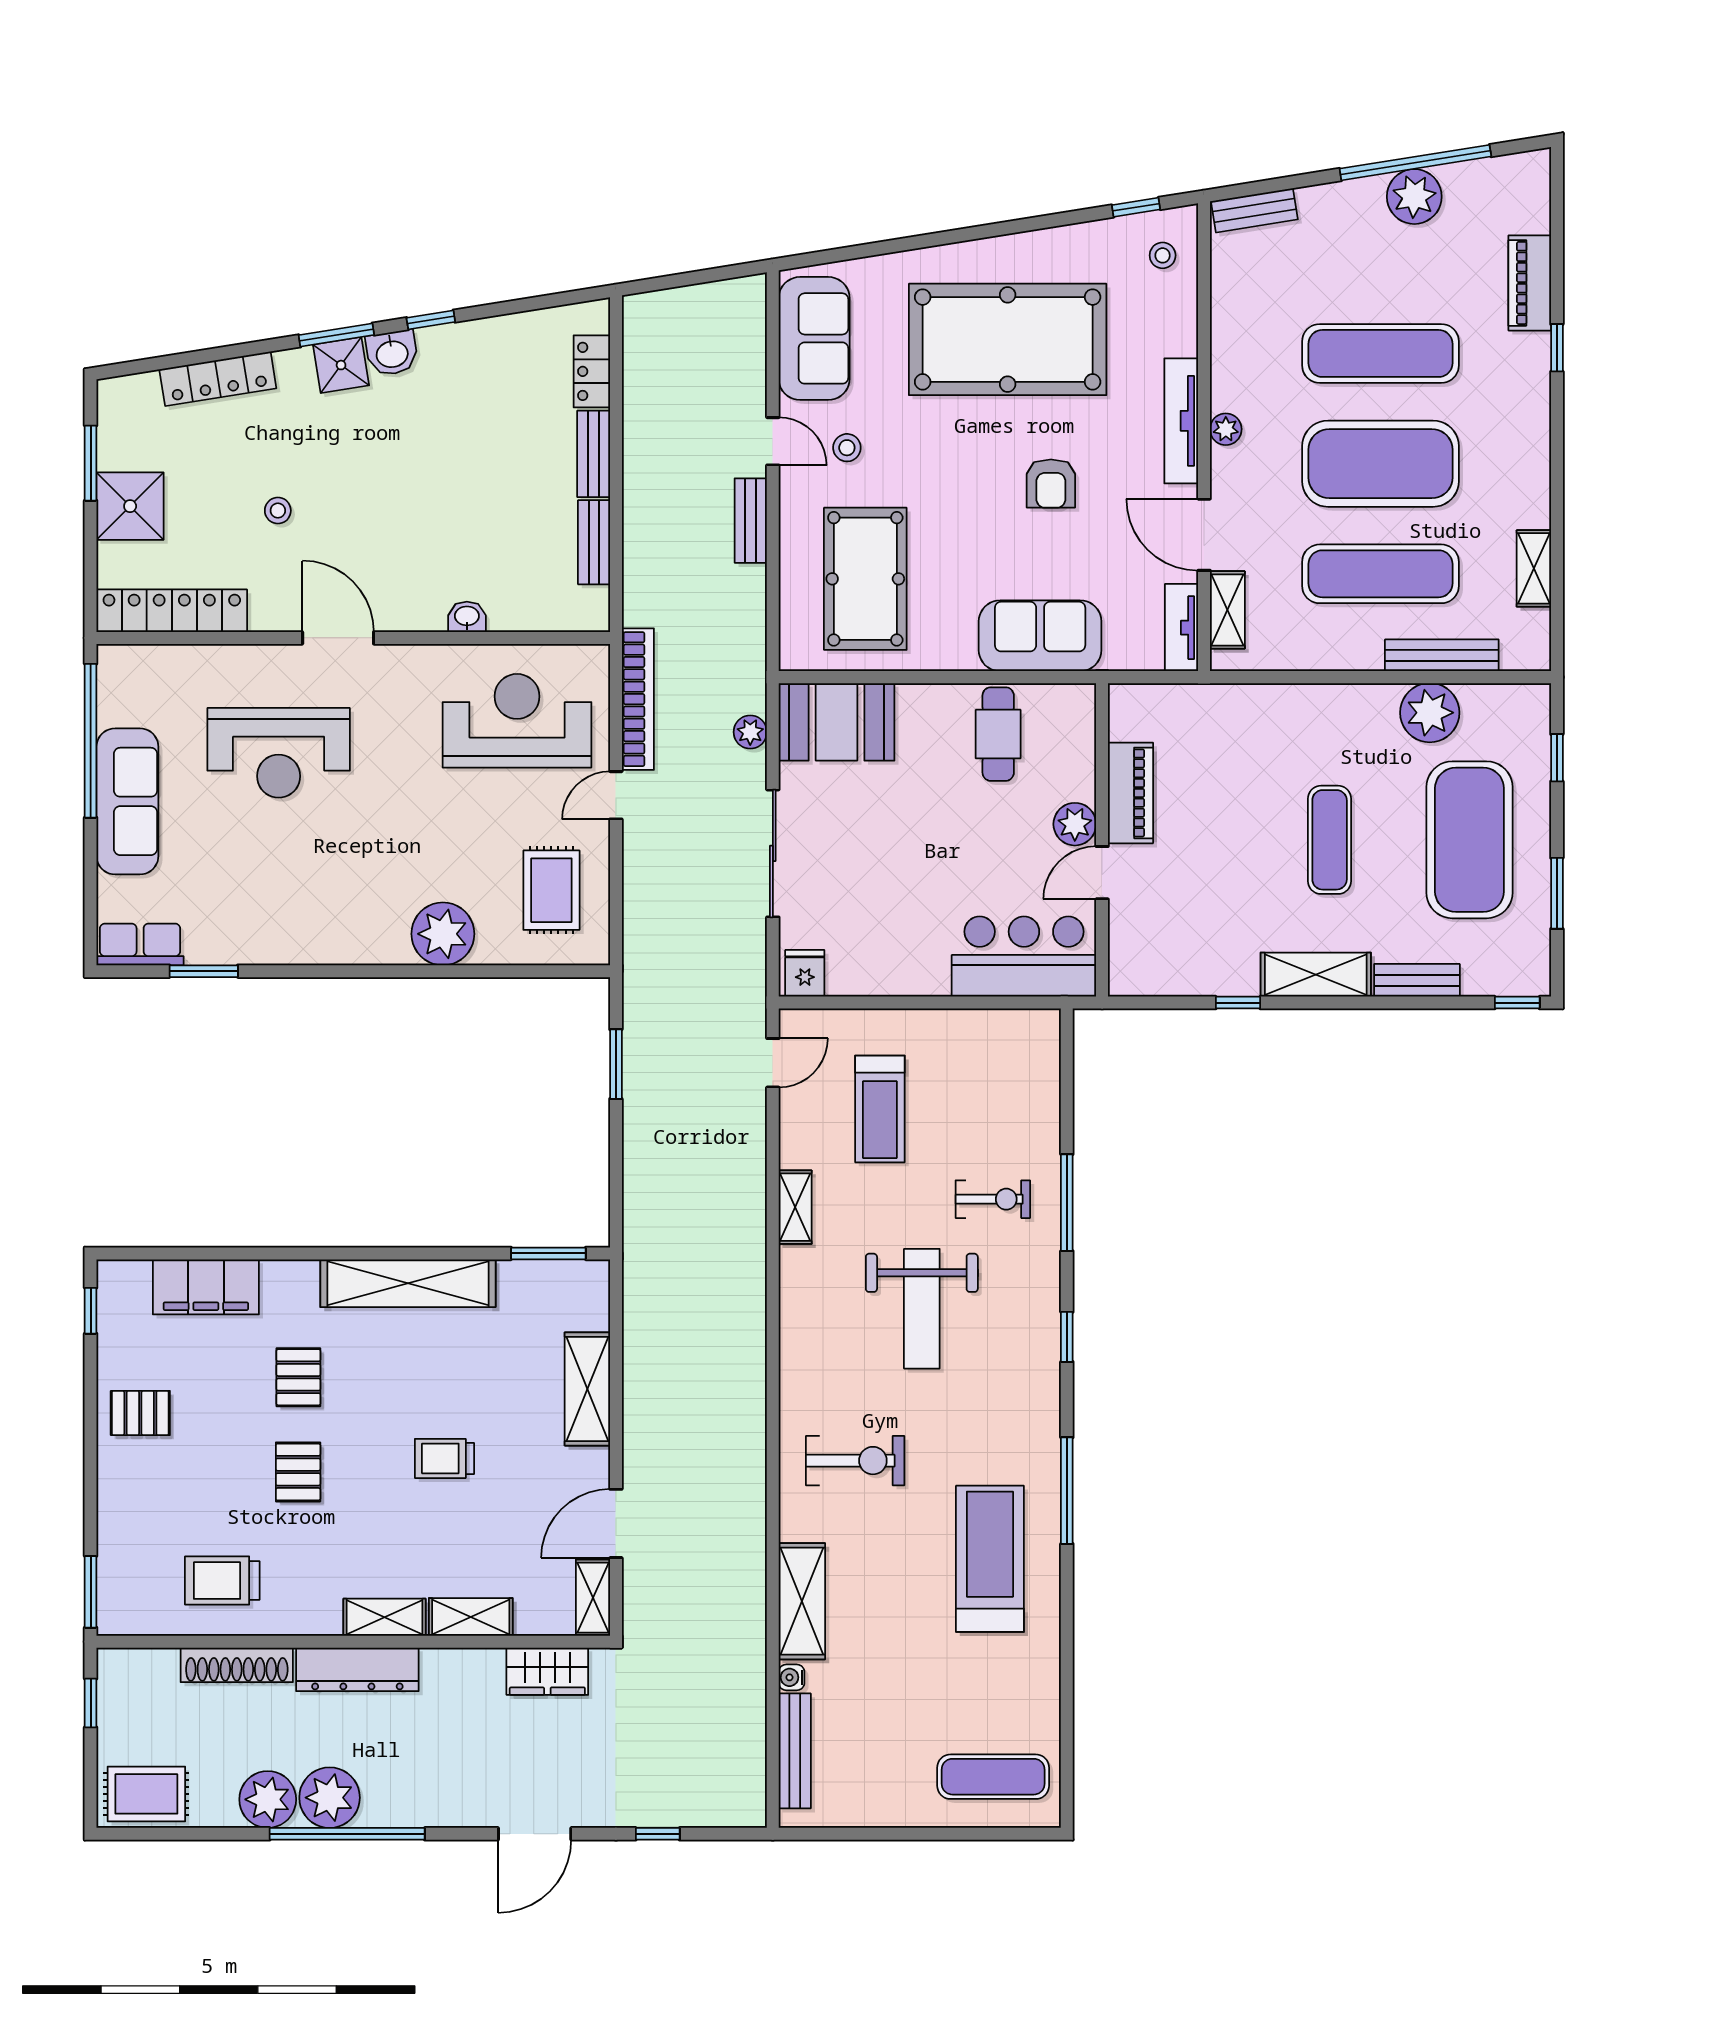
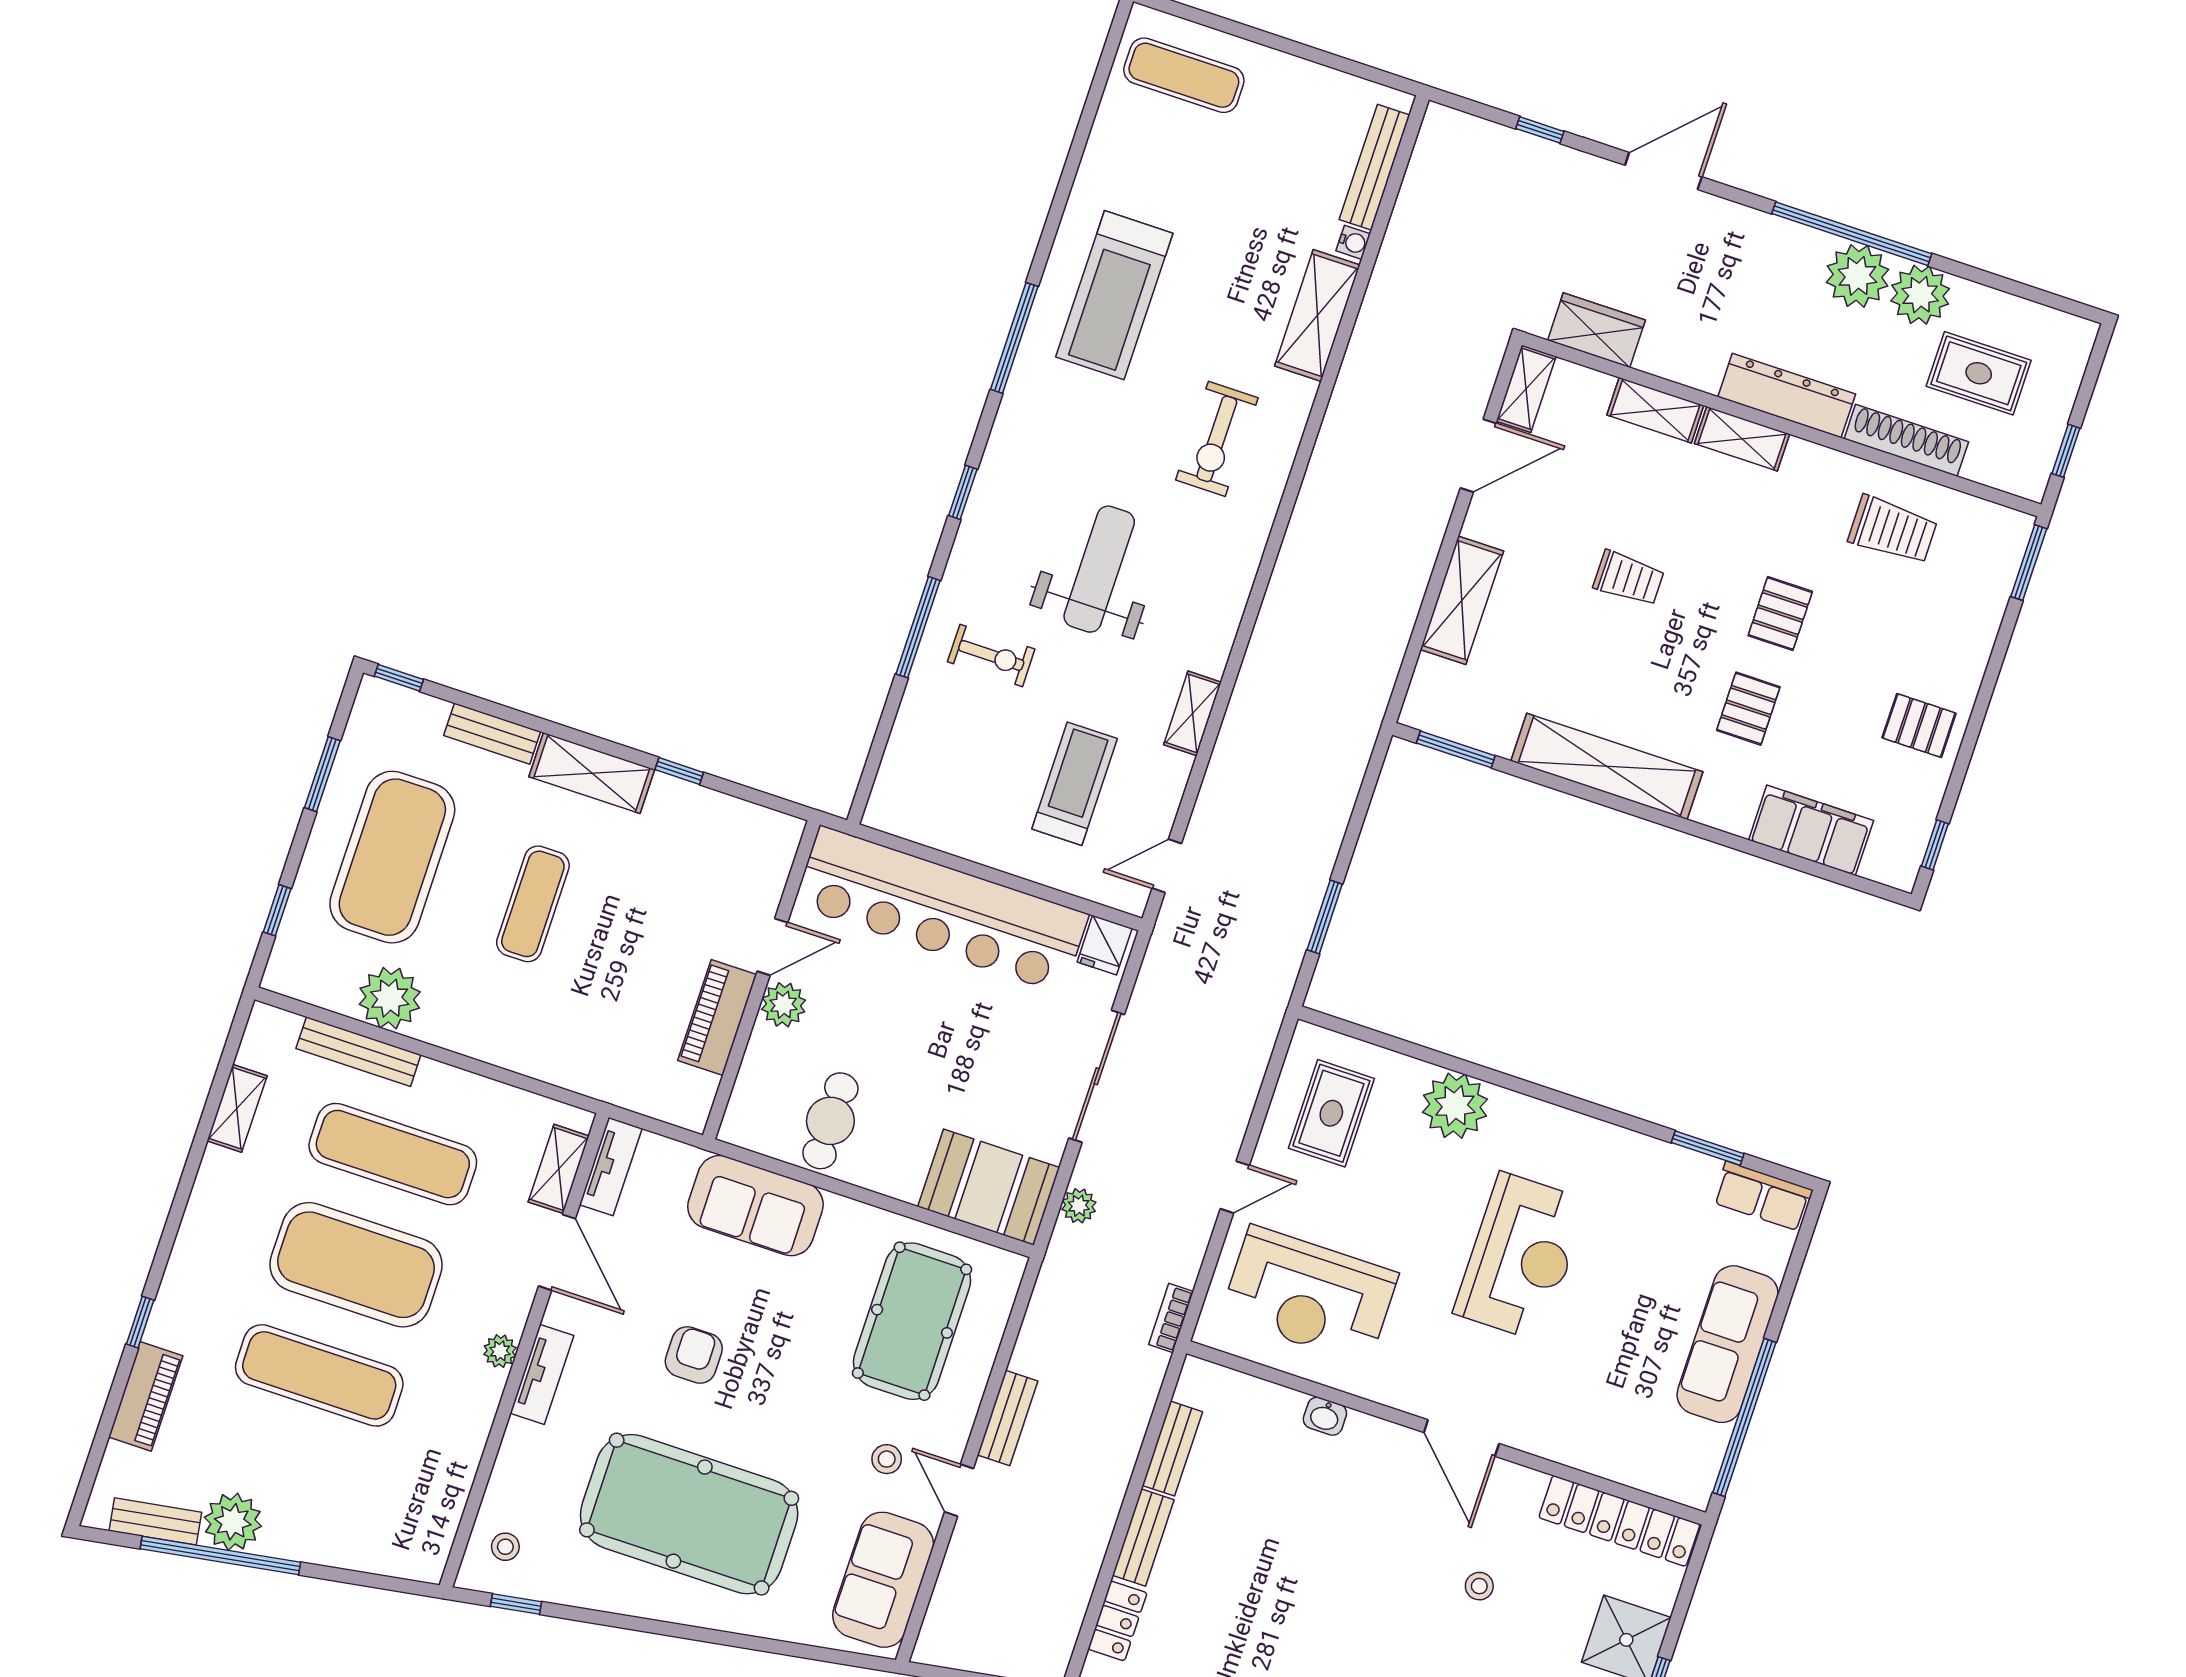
bench: (1254, 210) -> (155, 1521), moved
tv unit: (1181, 421) -> (542, 1374), width x0.71
bookcase: (638, 699) -> (1171, 1318), width x0.43, depth x0.76
reception desk: (279, 753) -> (1521, 1257), moved, turned 90
bar counter: (1024, 957) -> (941, 910), width x1.86
exercise bike: (993, 1199) -> (991, 655), turned 180
exercise bike: (855, 1461) -> (1217, 439), turned -90
rug: (146, 1794) -> (1979, 373), moved

